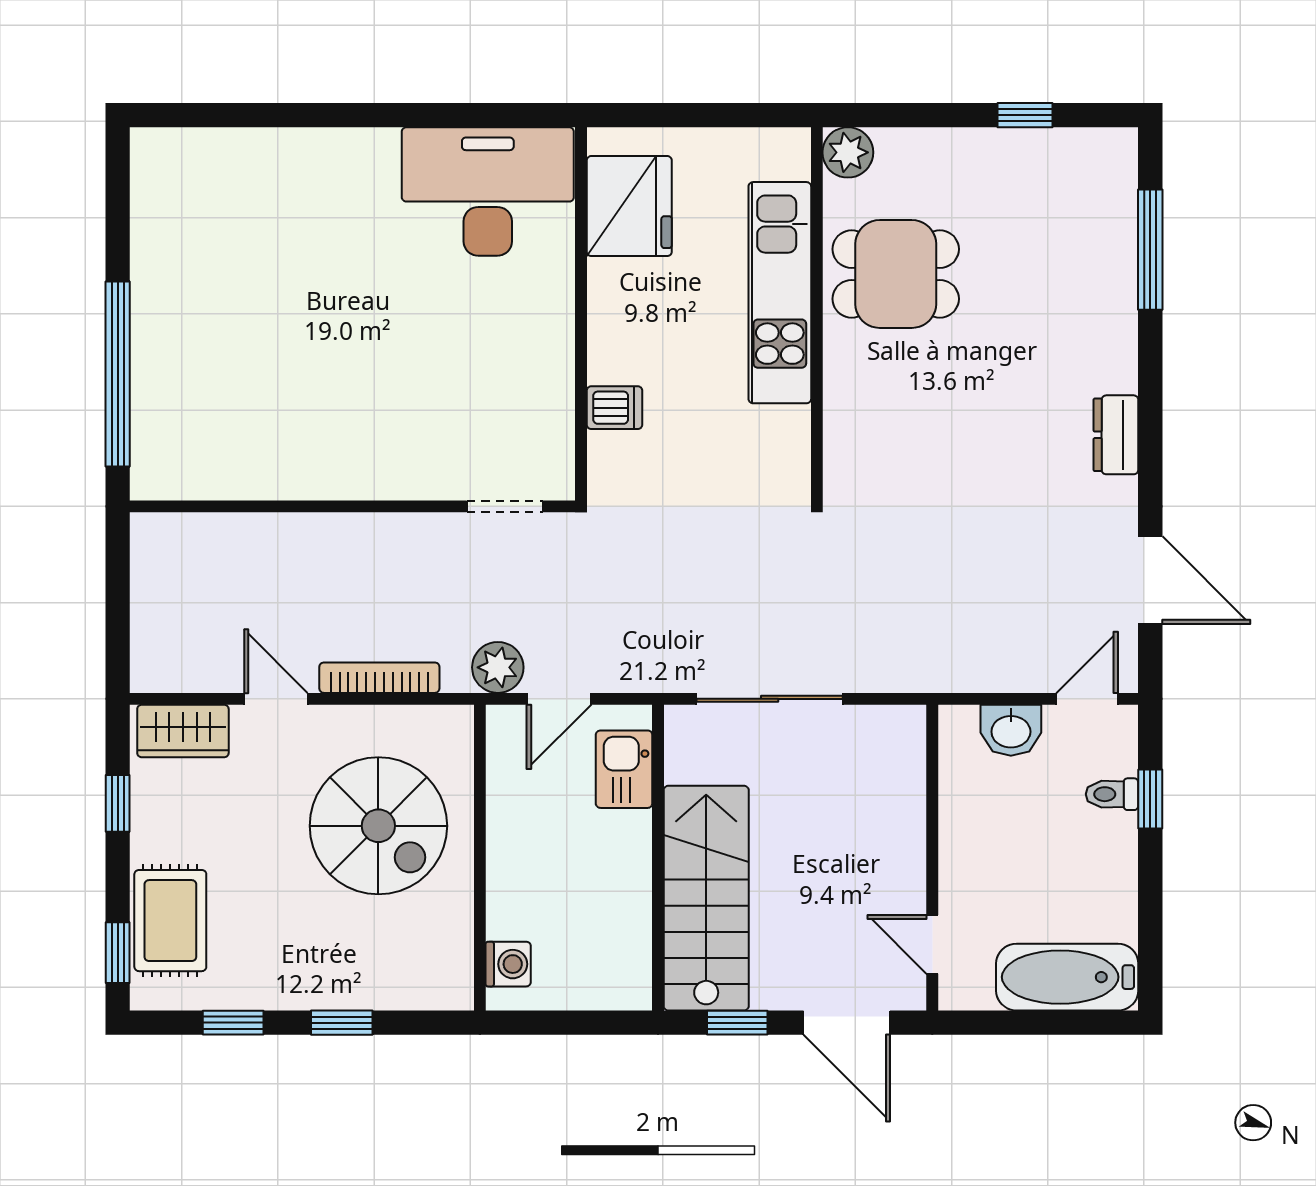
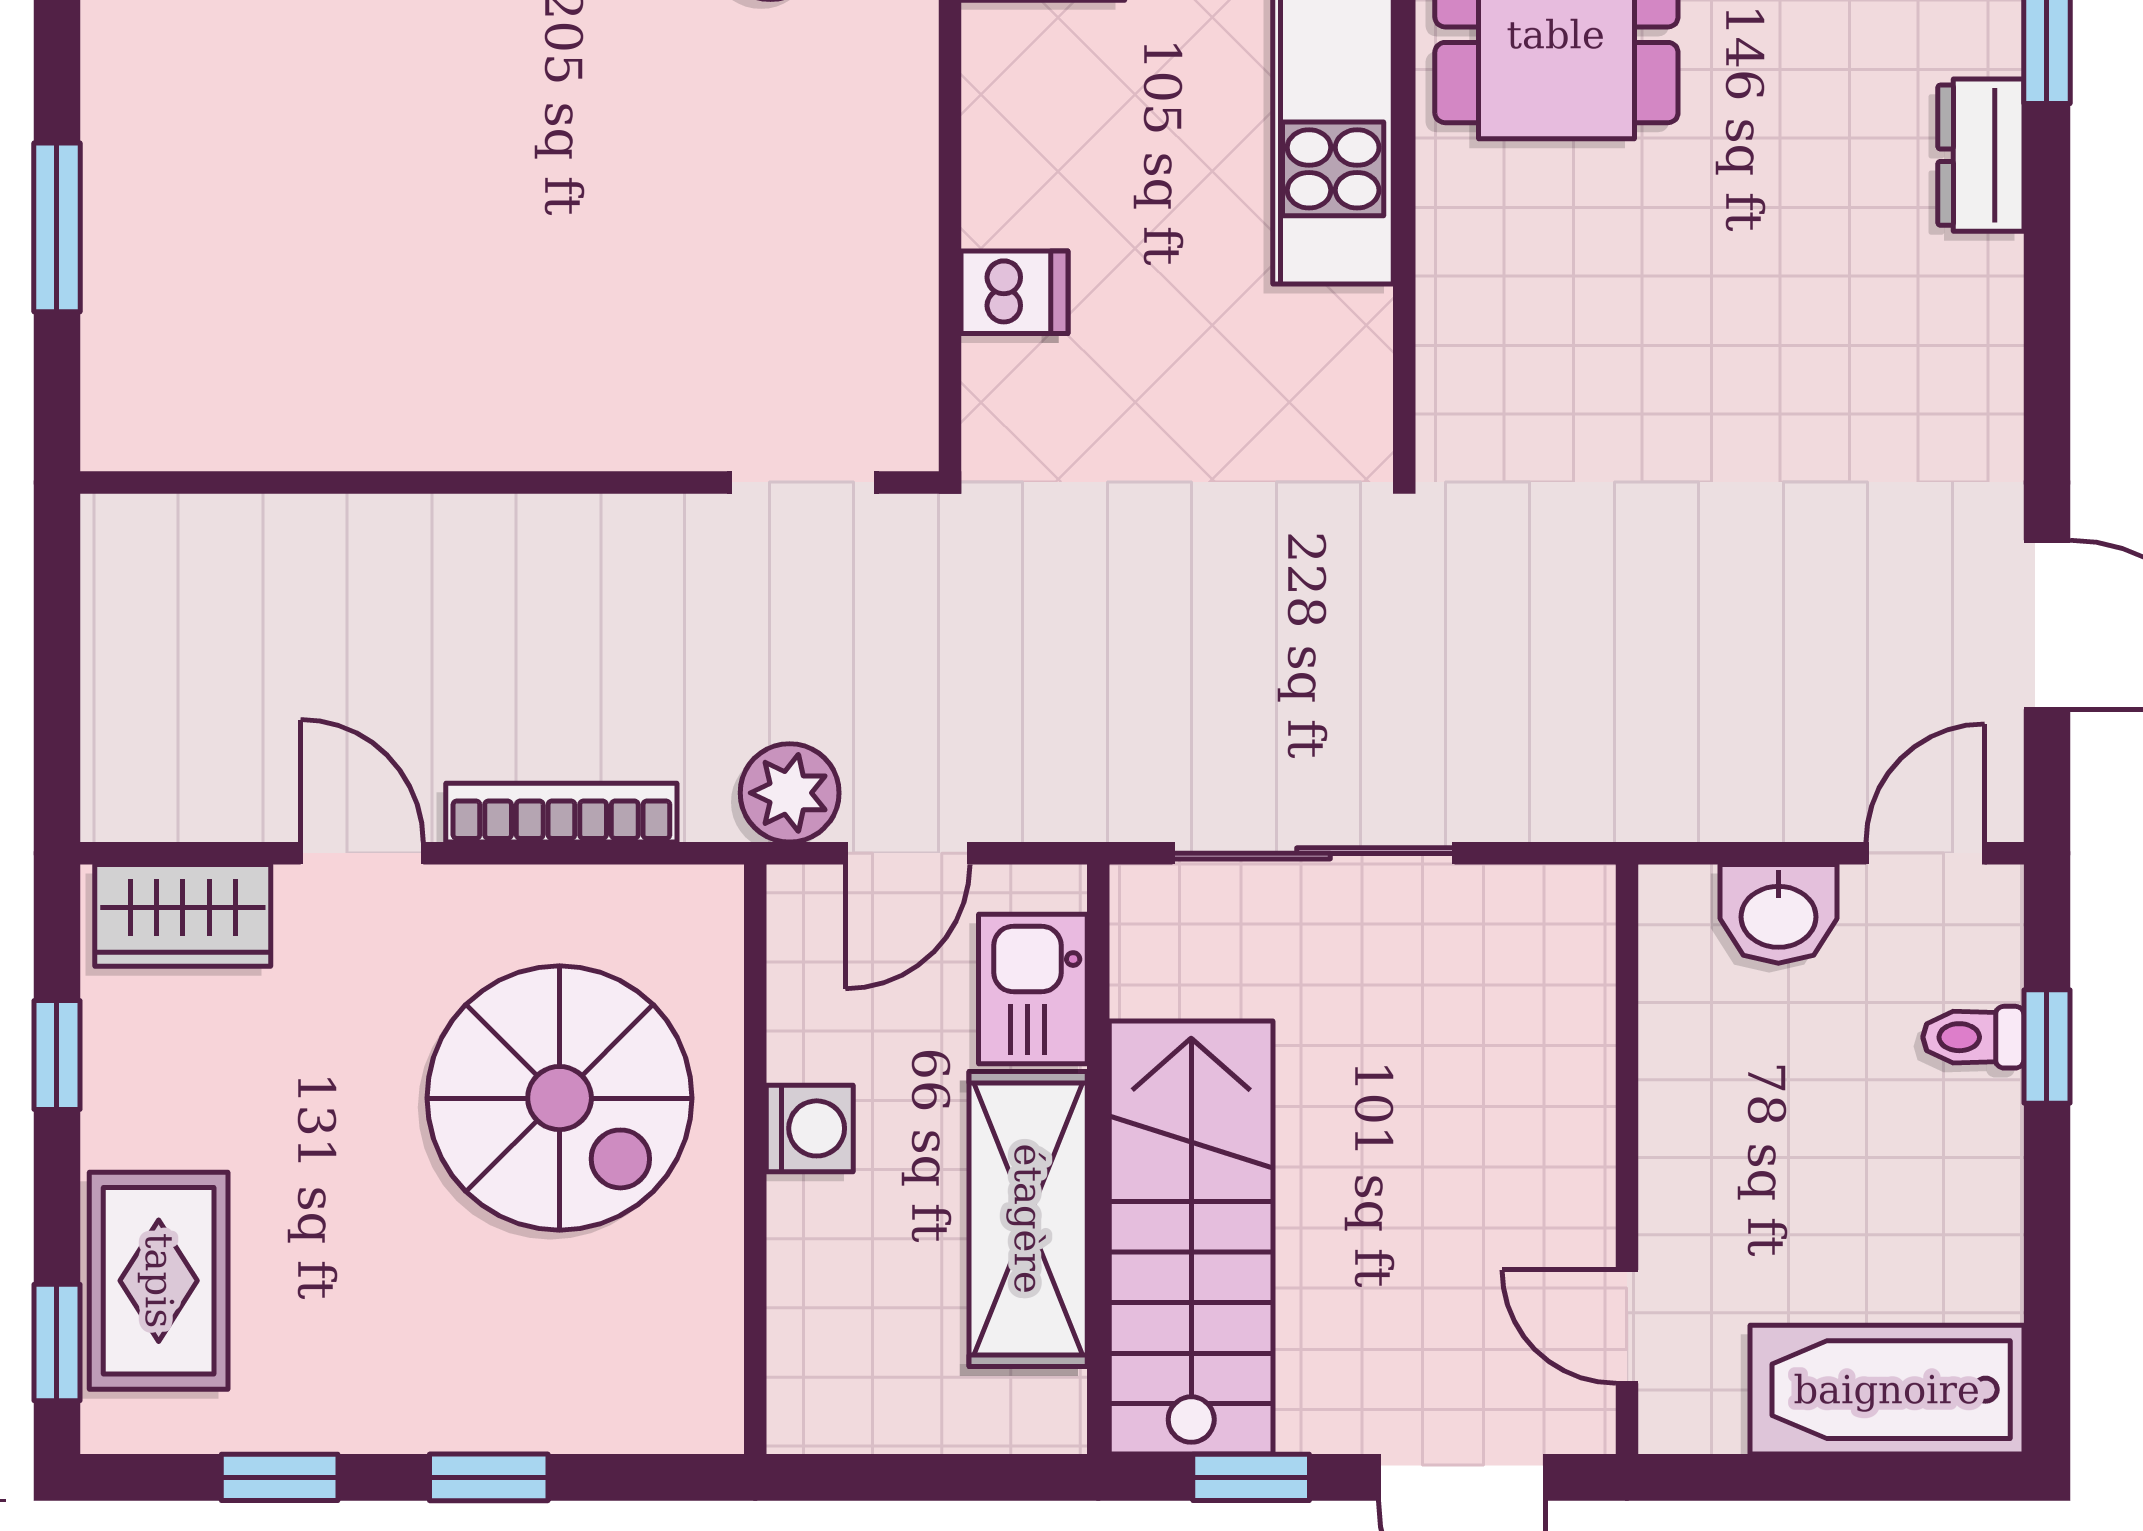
window: (118, 374) -> (57, 227), width x0.47
dresser: (1116, 435) -> (1981, 155), moved
shelving: (622, 888) -> (1028, 1219), added
washing machine: (508, 964) -> (810, 1128), moved

